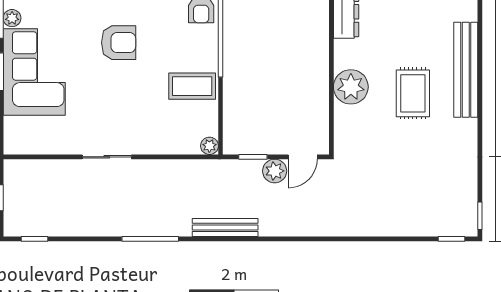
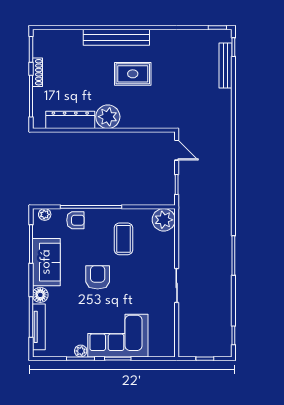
coffee table: (192, 86) -> (124, 239), moved
plant: (351, 87) -> (108, 117), moved
plant: (209, 146) -> (164, 220), width x1.88, depth x1.88
plant: (275, 171) -> (186, 169), removed
bench: (225, 227) -> (225, 66), moved

